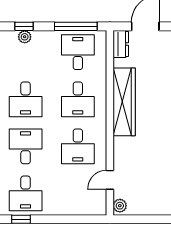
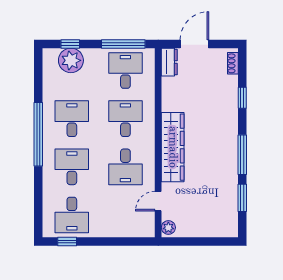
plant: (25, 37) -> (71, 60), width x1.87, depth x1.87
desk: (26, 99) -> (72, 119), turned 180
desk: (78, 99) -> (125, 119), turned 180
wardrobe: (124, 102) -> (173, 147), moved

